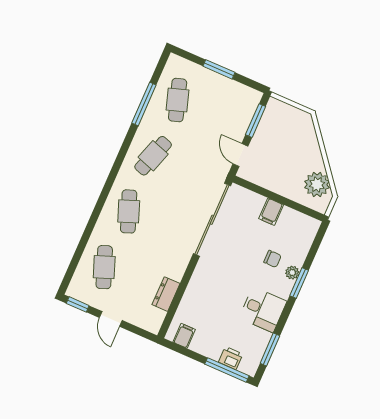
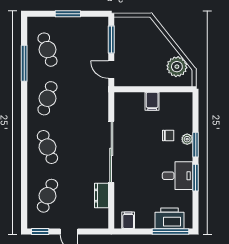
sliding door: (212, 220) -> (111, 152), moved
cafe table: (104, 267) -> (47, 196), turned 42
window: (270, 349) -> (196, 178), moved
printer: (231, 358) -> (169, 218), width x1.87, depth x1.48

